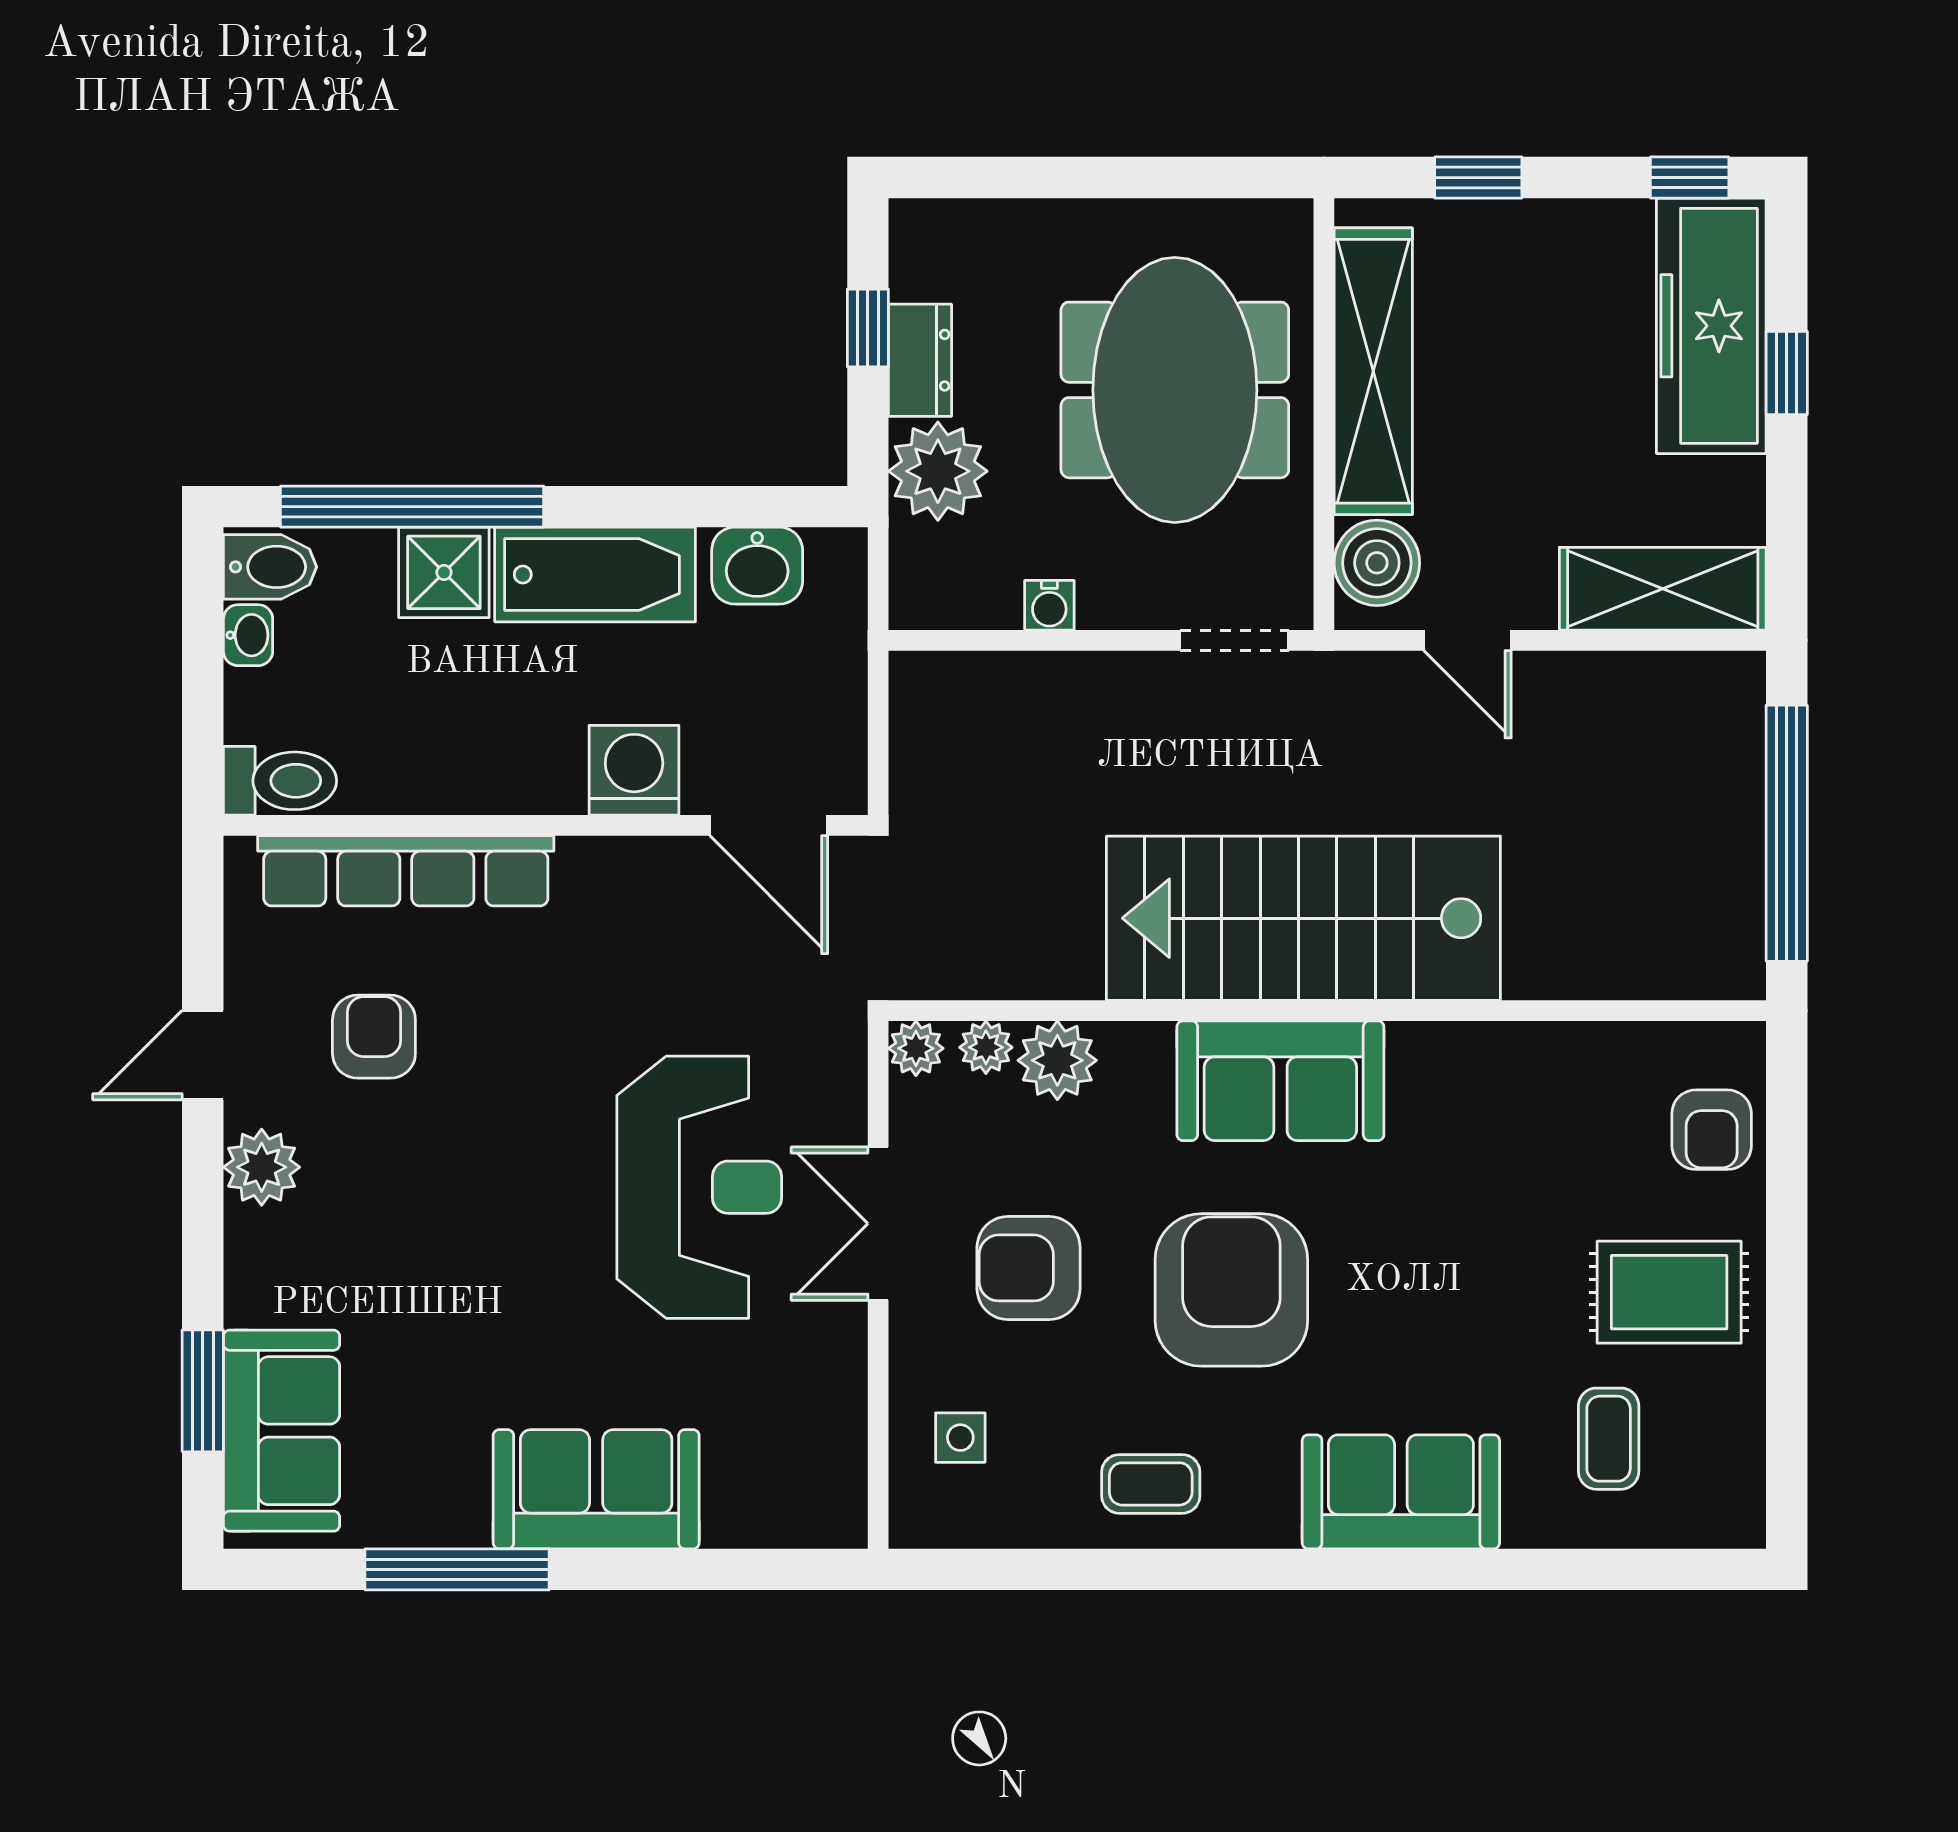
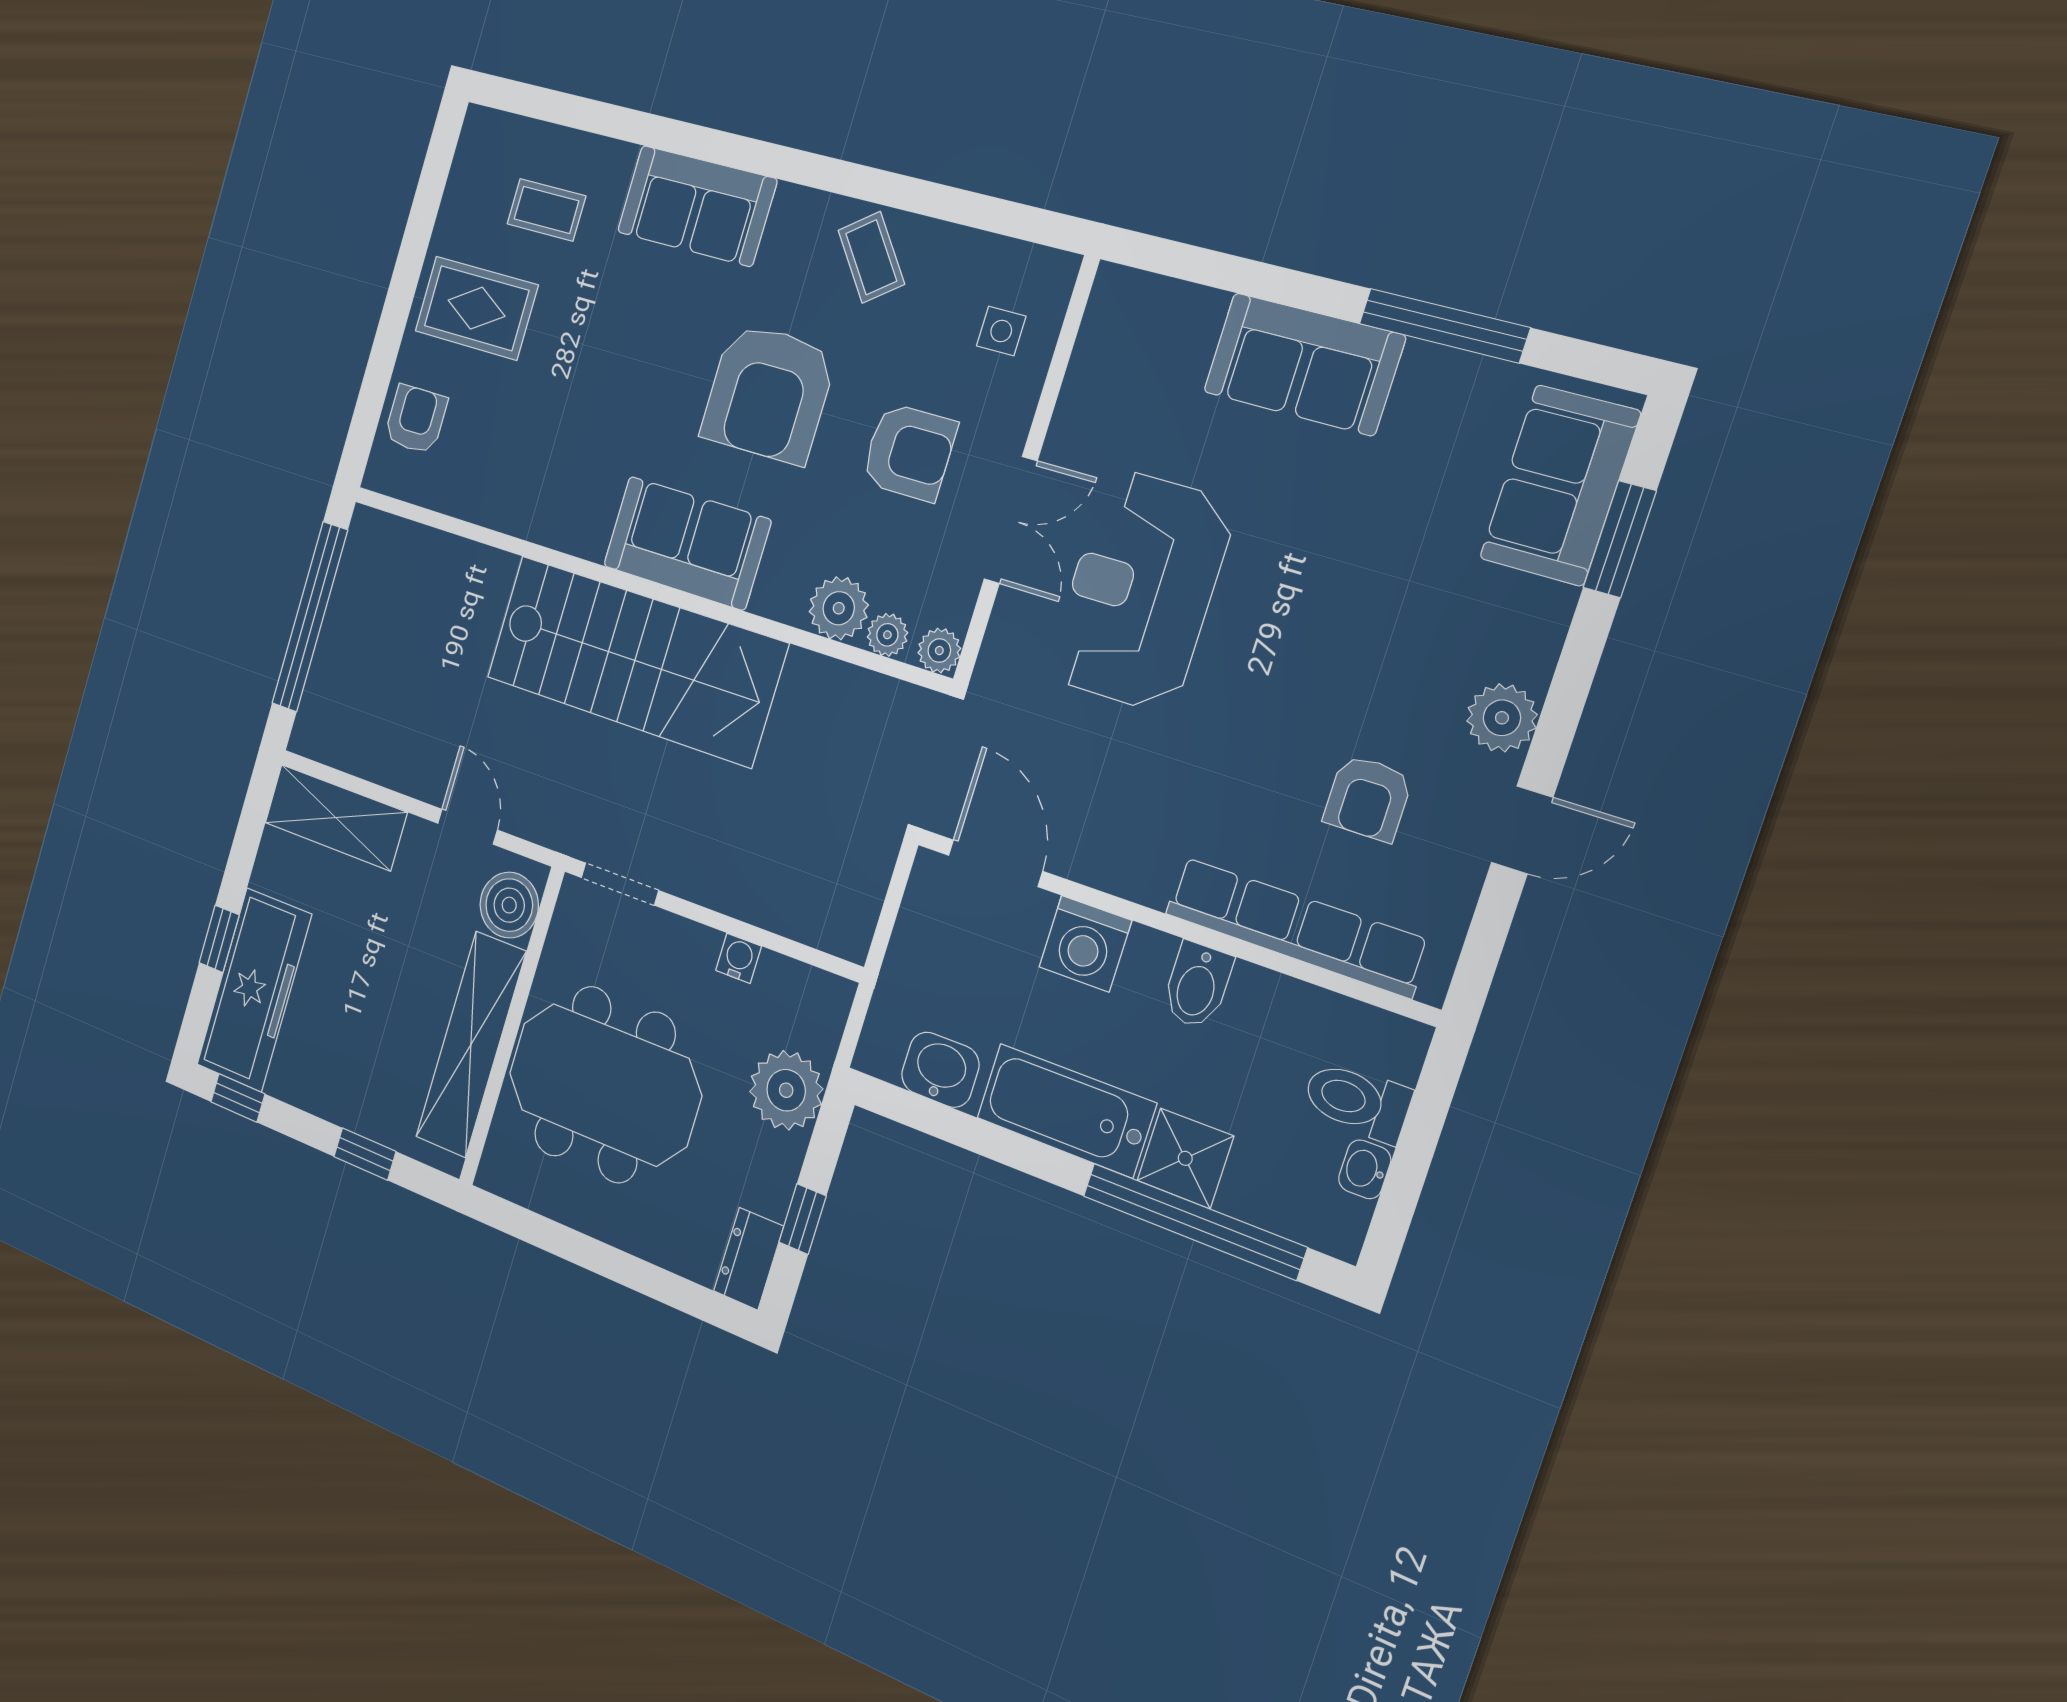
dresser: (920, 360) -> (749, 1259), moved
meeting table: (1175, 390) -> (604, 1084), turned 90
bidet: (270, 567) -> (1197, 985), moved, turned -90
toilet: (280, 781) -> (1357, 1101), moved
coffee table: (1609, 1439) -> (546, 210), turned 90
coffee table: (1151, 1484) -> (871, 257), turned 53

